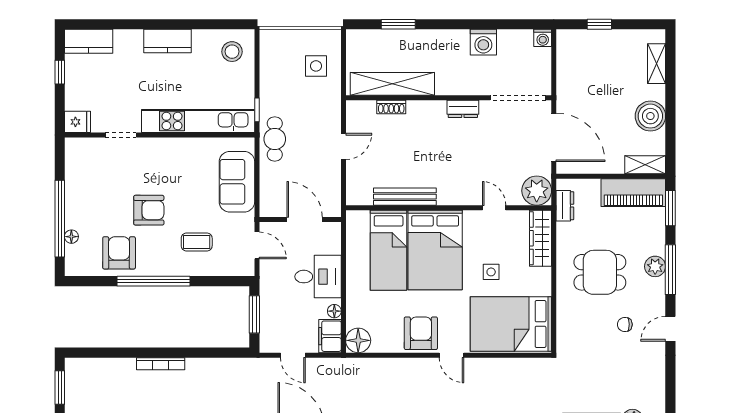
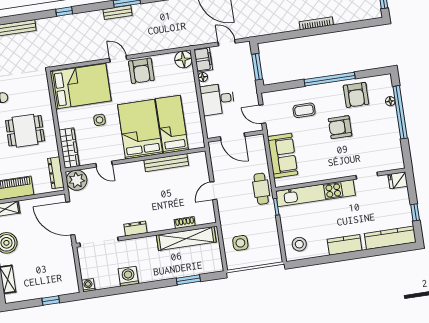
kitchen counter: (89, 41) -> (390, 238), width x1.50
dresser: (565, 206) -> (56, 173), width x1.44

